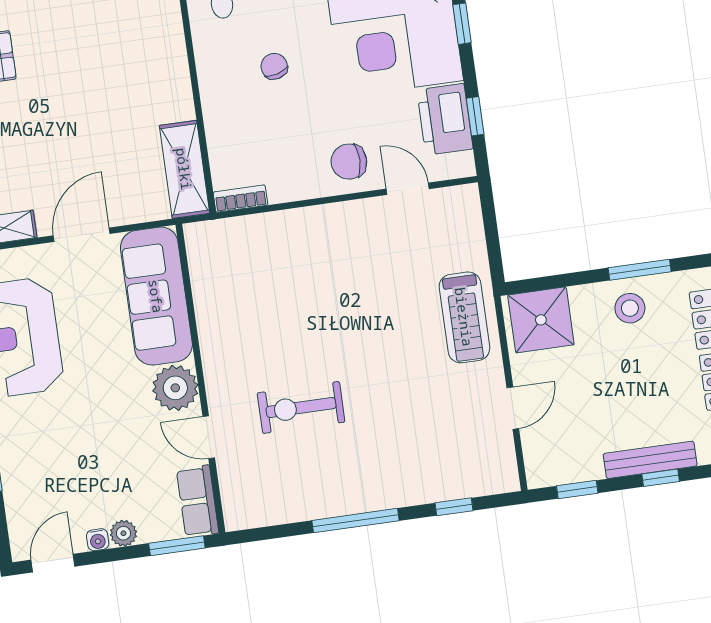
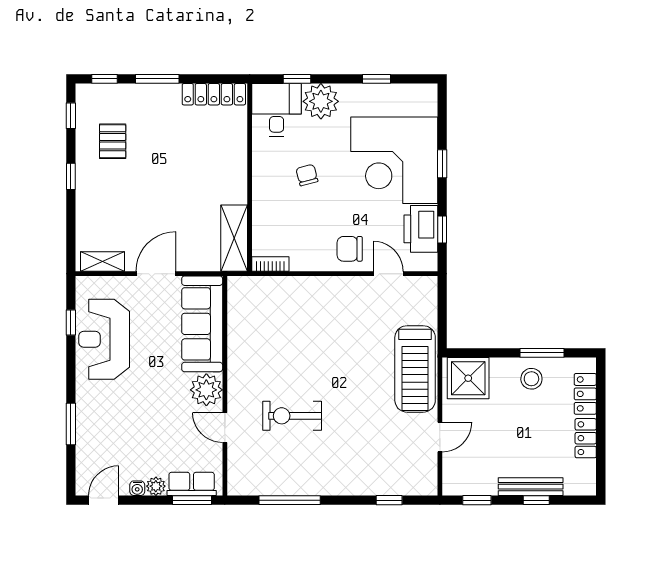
treadmill: (464, 317) -> (415, 369), width x1.37, depth x1.38
row of seats: (198, 501) -> (192, 484), moved, turned 90
window: (356, 521) -> (290, 500), moved

